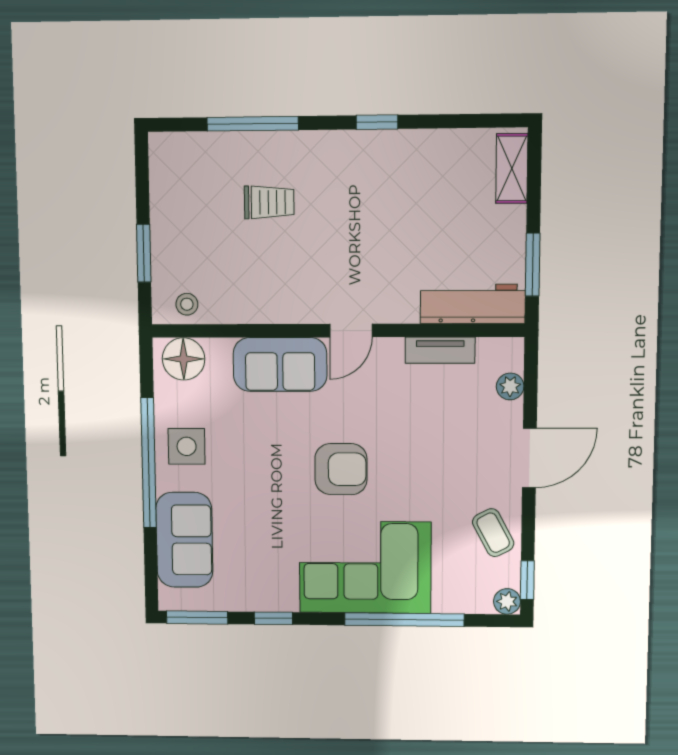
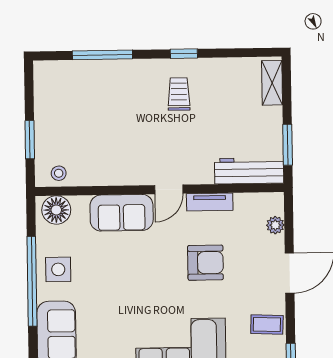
trolley: (269, 202) -> (179, 94), moved, turned -90
tv unit: (440, 350) -> (210, 202), moved
armchair: (341, 469) -> (205, 263), moved
coffee table: (493, 533) -> (267, 324), turned -60

